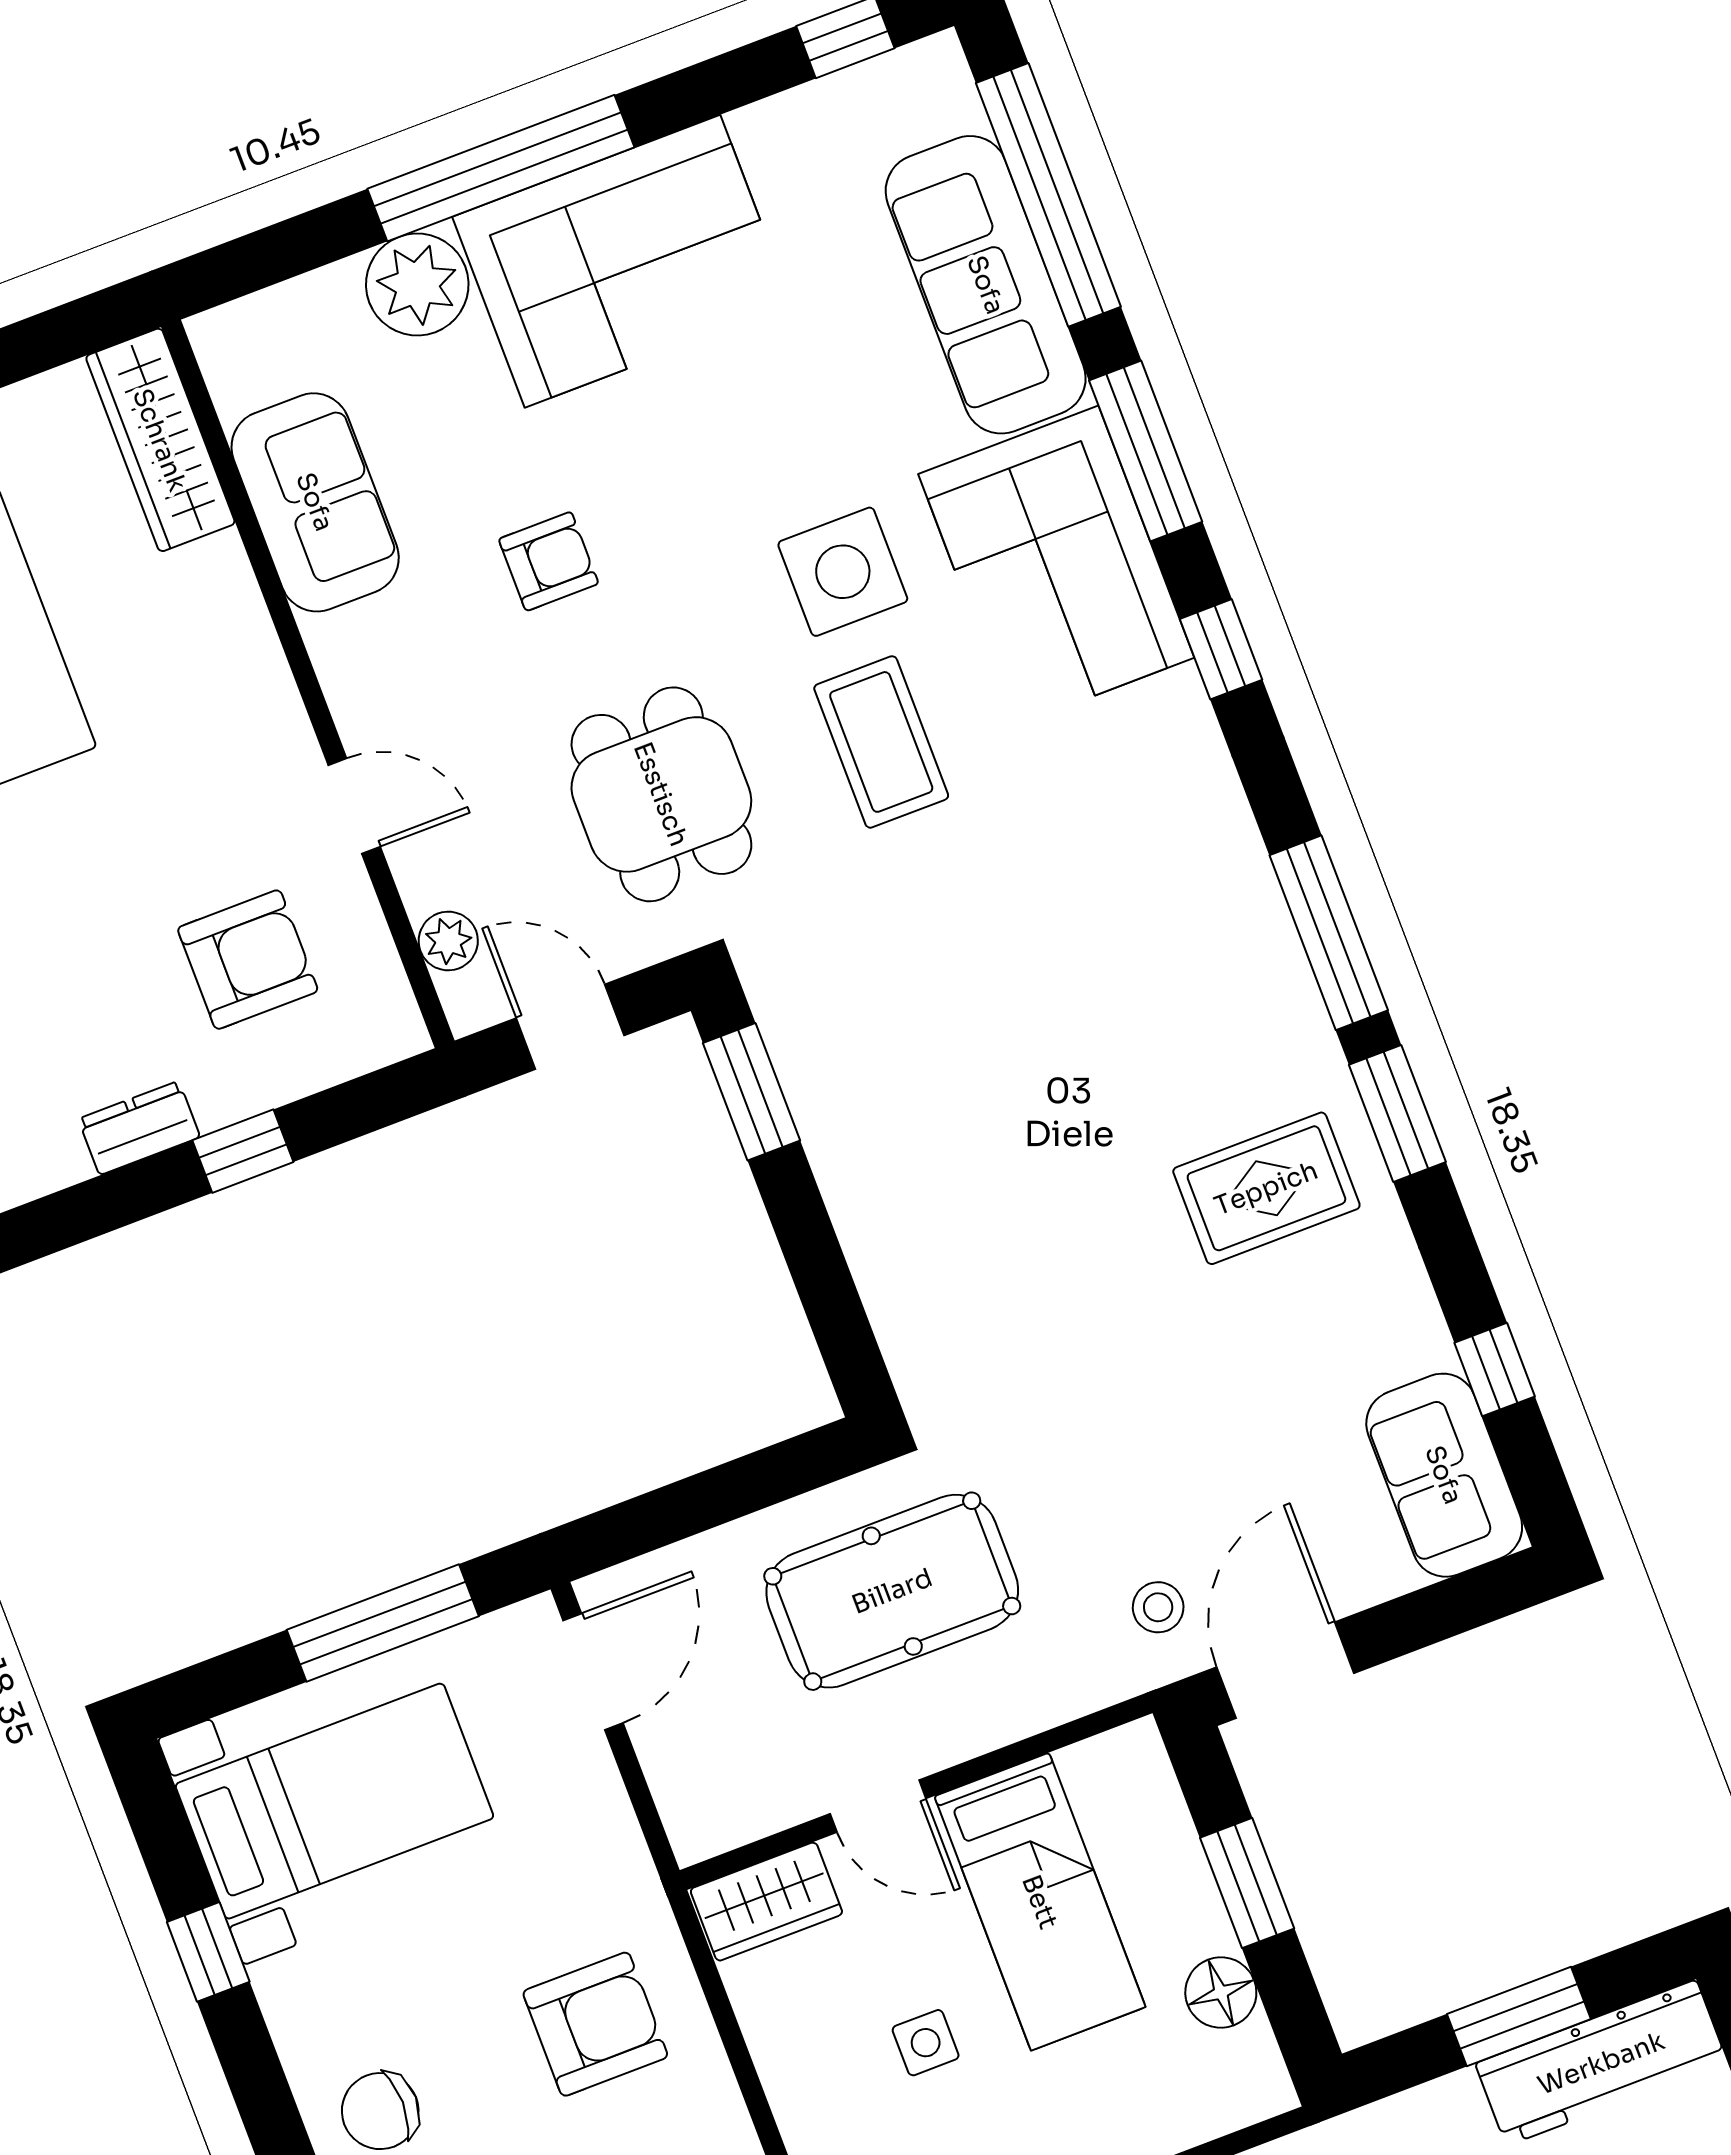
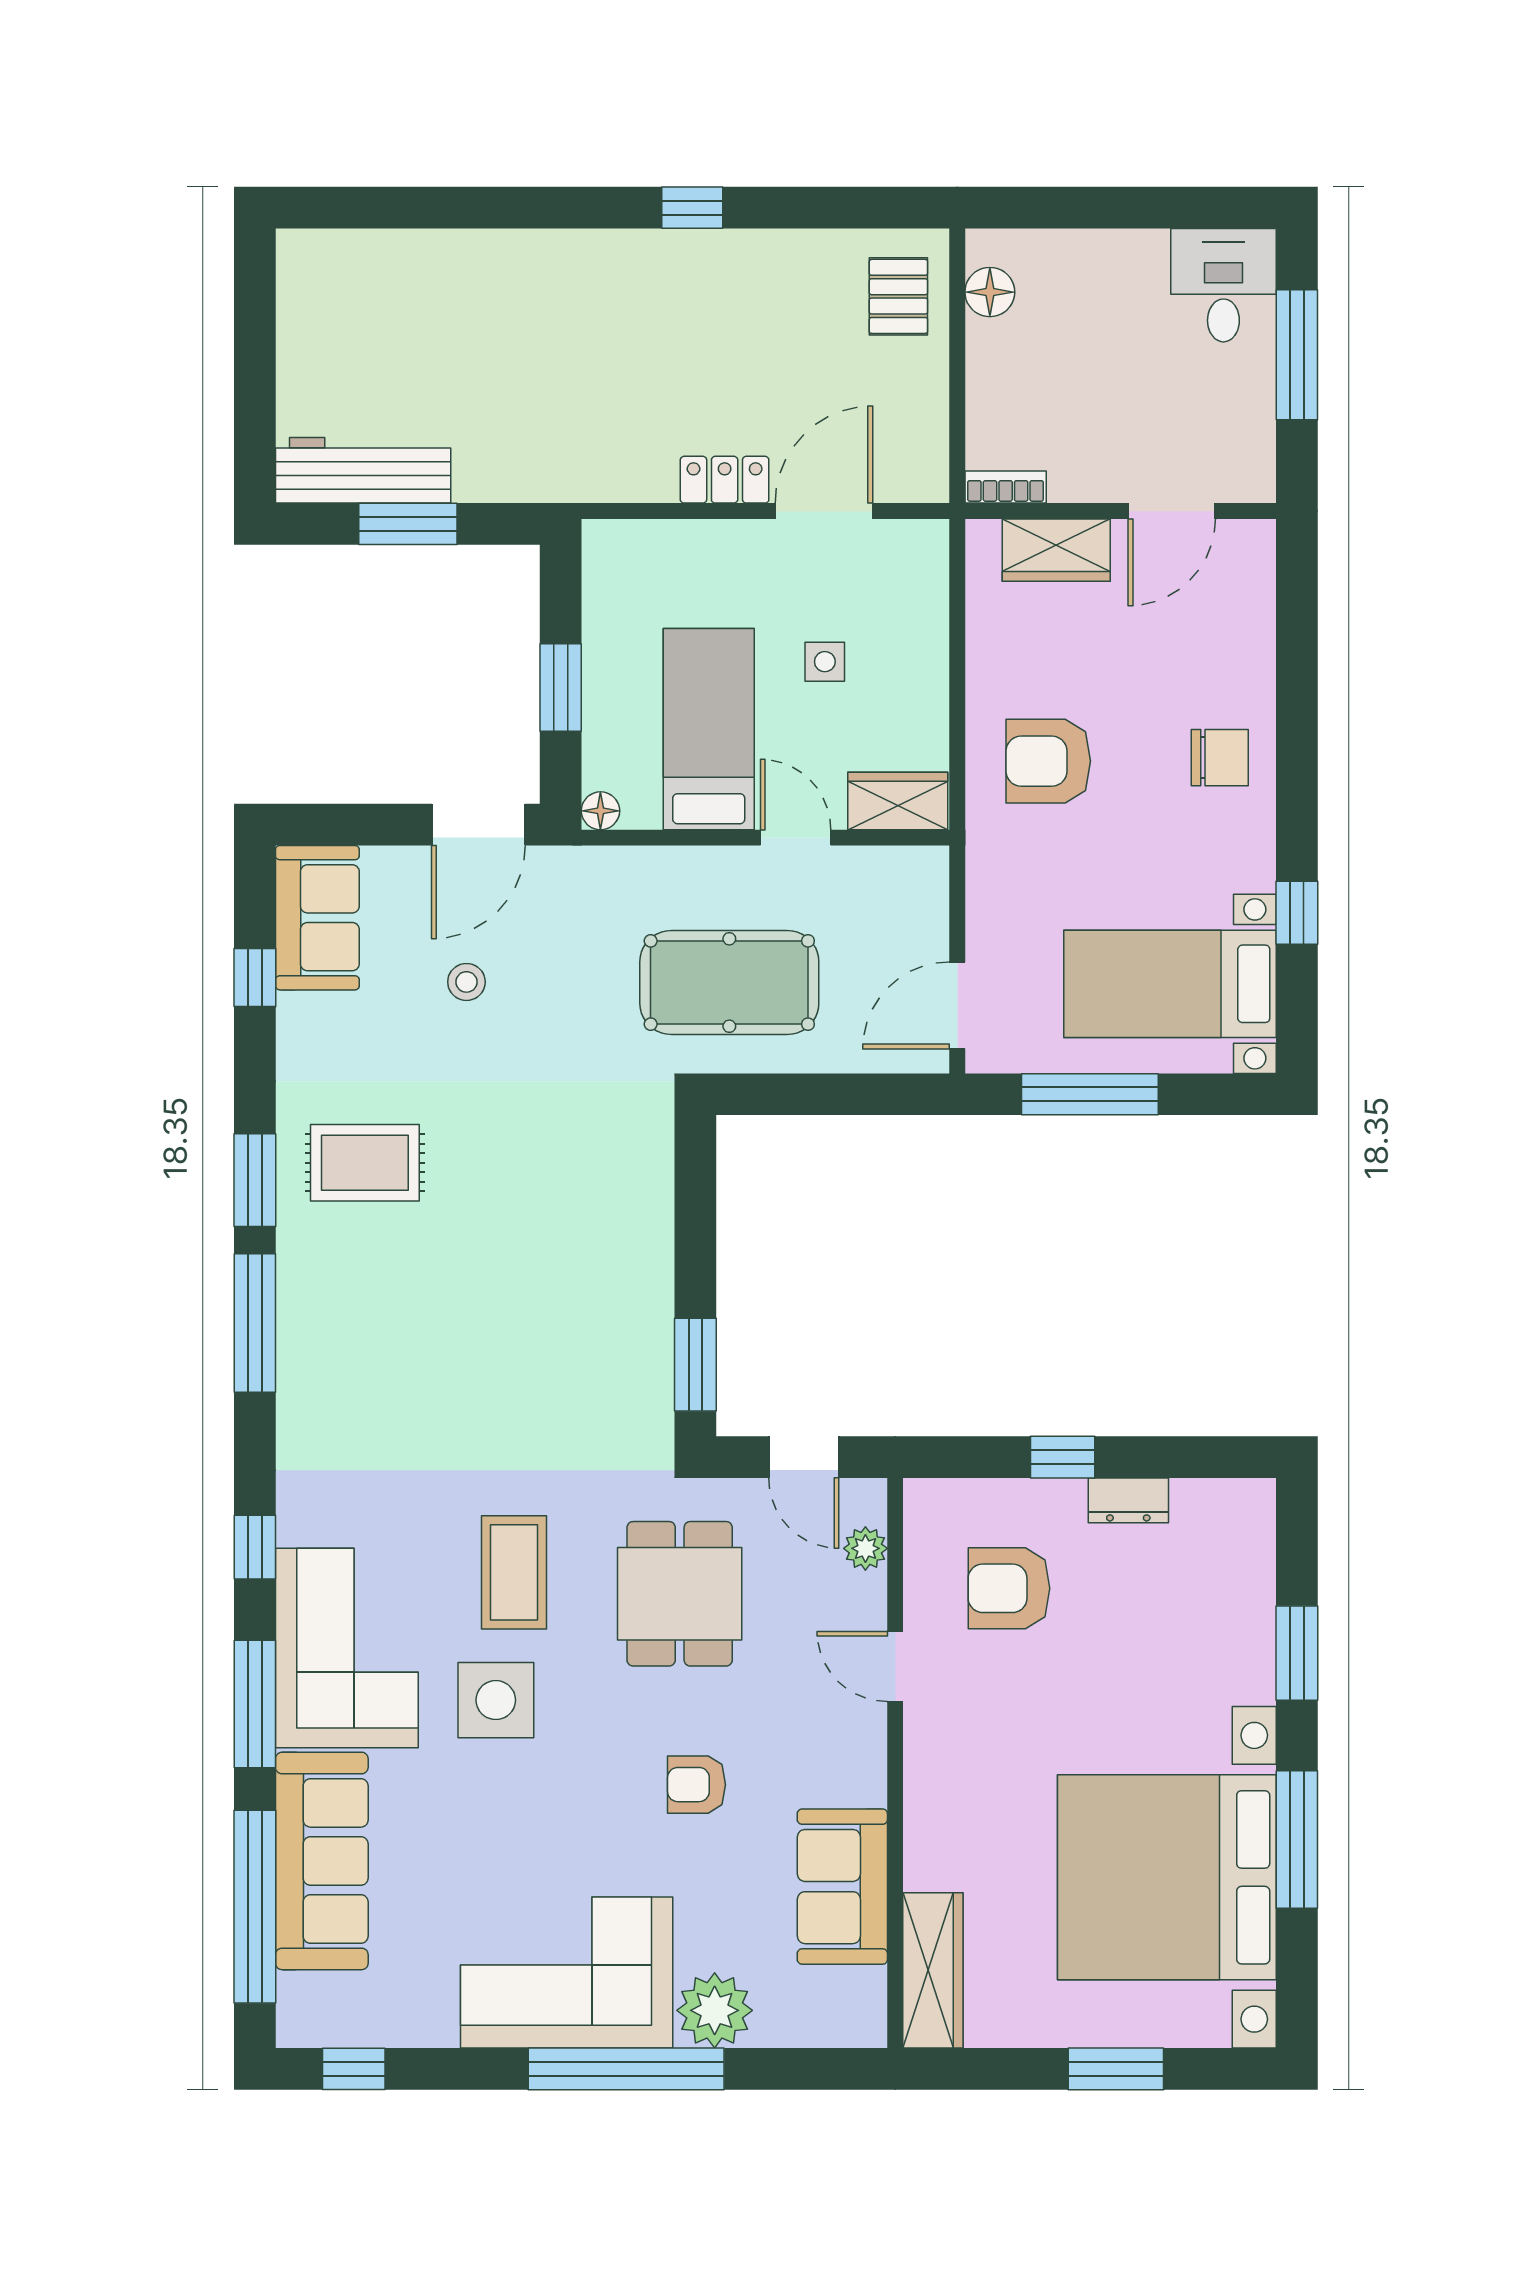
stool: (1158, 1607) -> (466, 982), moved
floor lamp: (1221, 1993) -> (600, 811), moved, width x0.73, depth x0.73

